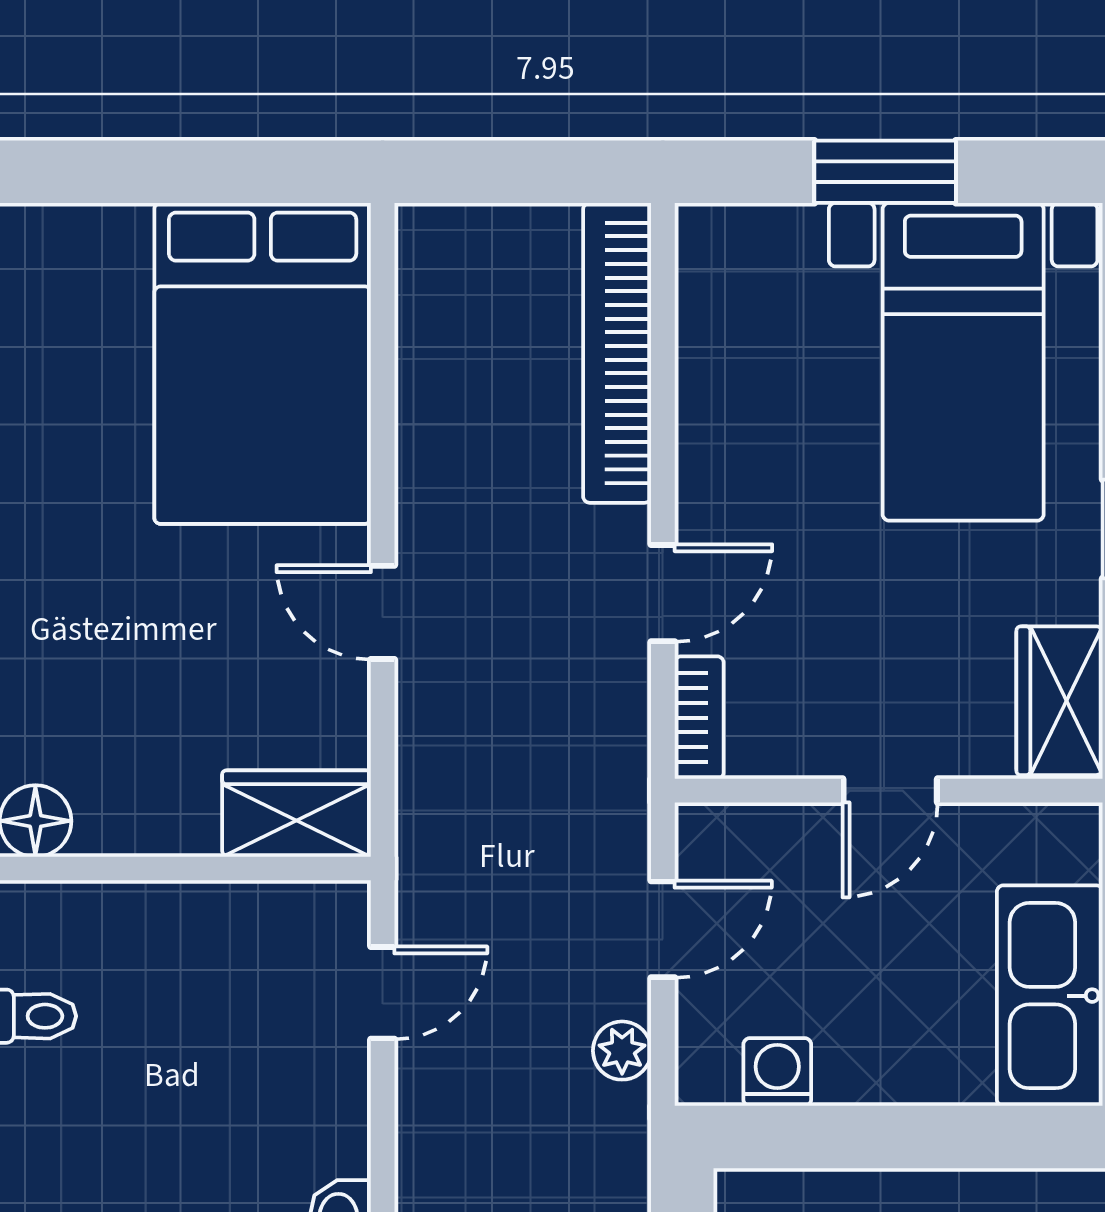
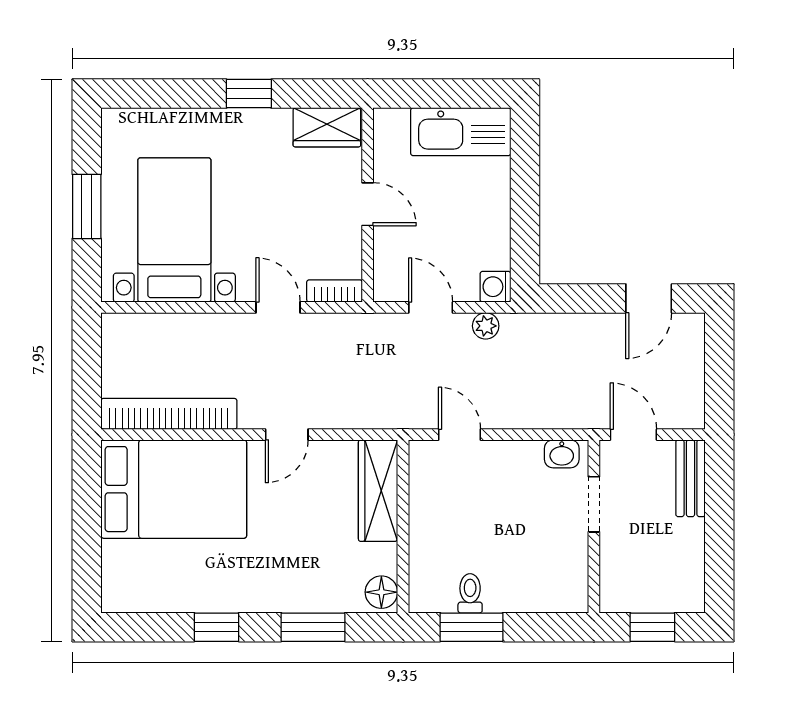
bookcase: (617, 353) -> (169, 414), moved, turned 180
bed with nightstands: (963, 362) -> (174, 230), moved, turned -90
wardrobe: (297, 814) -> (378, 491), width x1.50
washing machine: (777, 1072) -> (495, 287), moved

